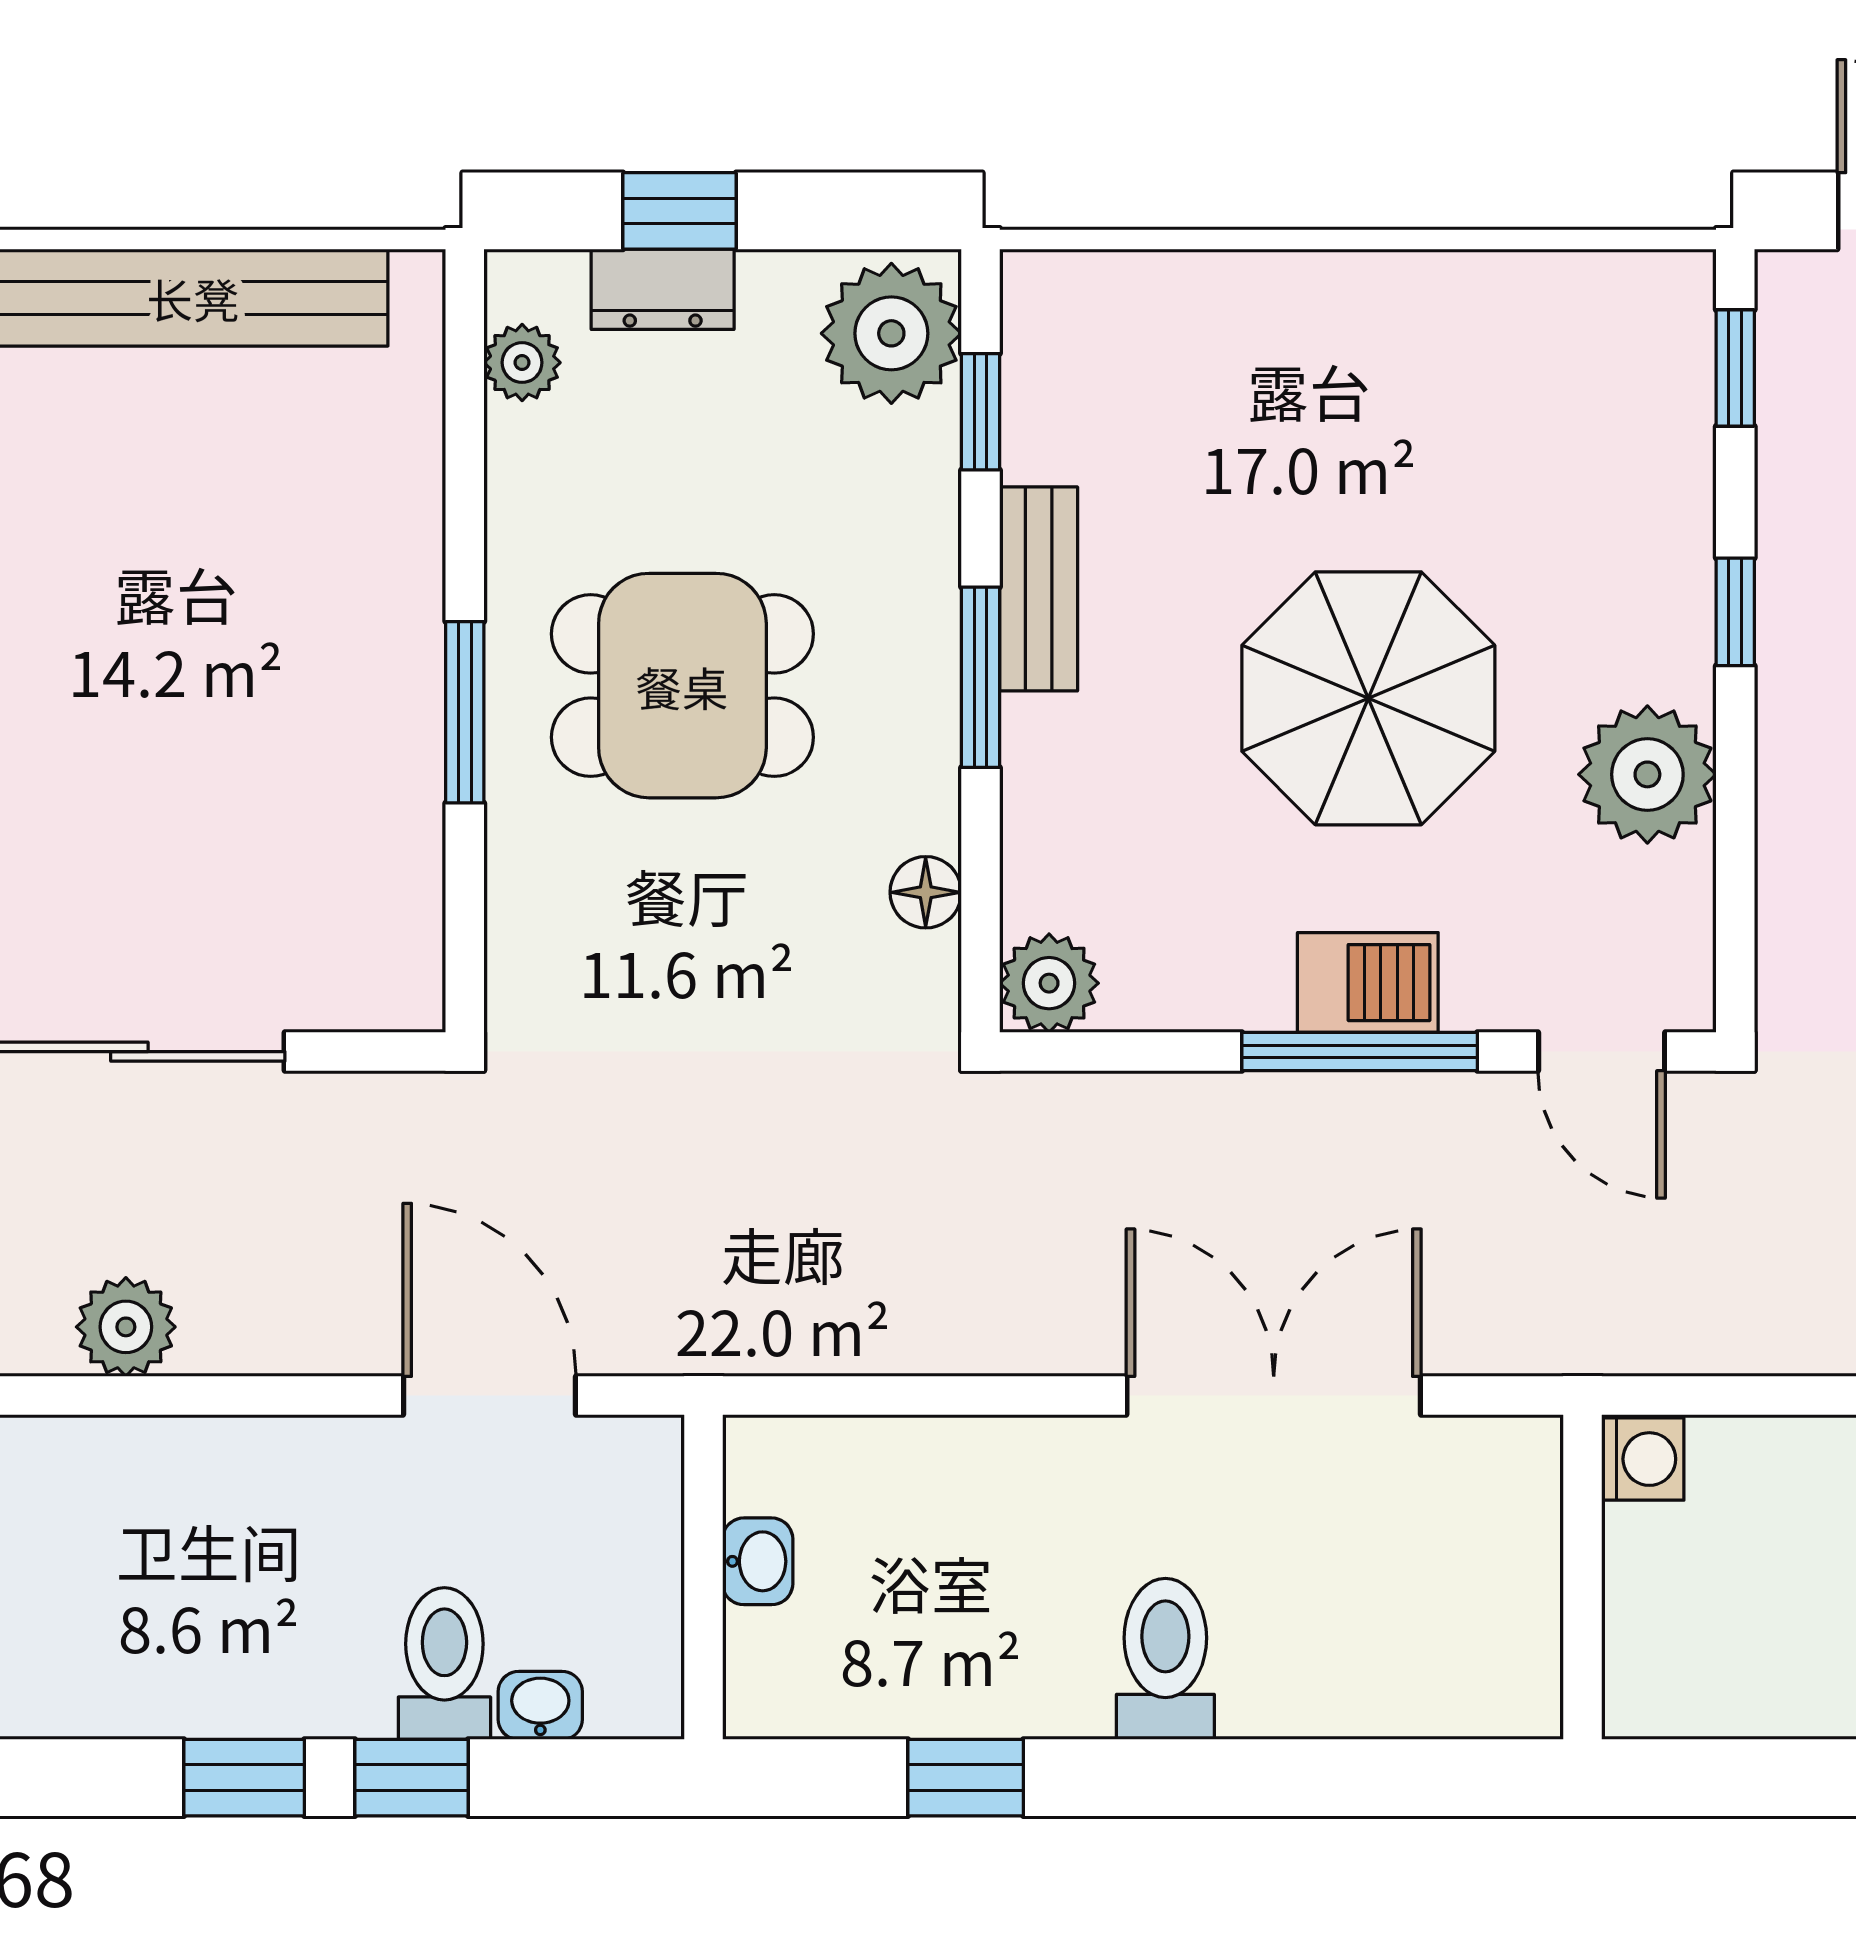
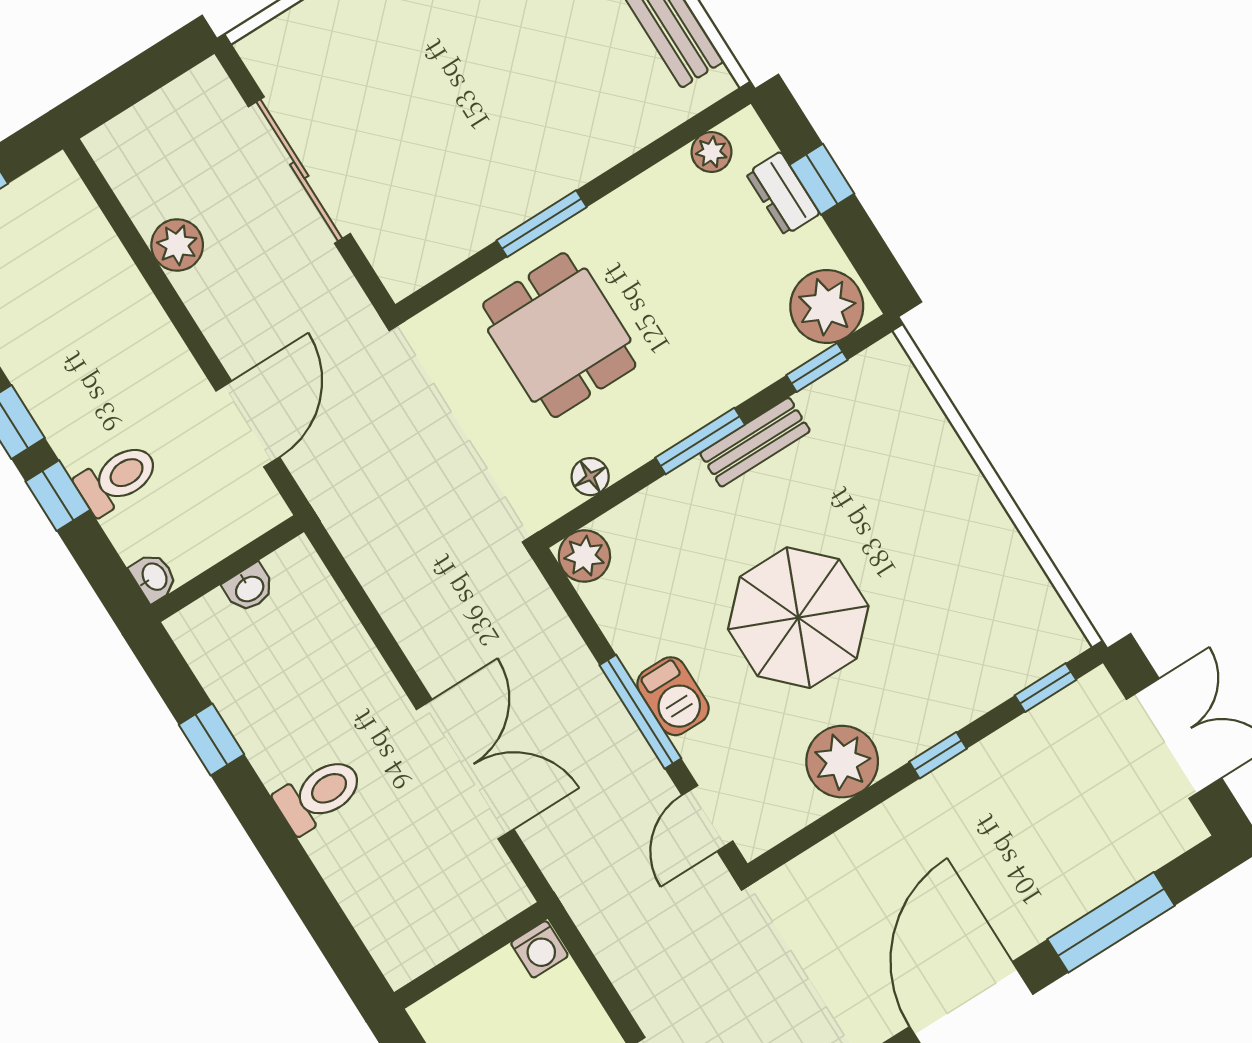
dining table: (682, 686) -> (559, 335), moved
washbasin: (540, 1705) -> (154, 577), moved

